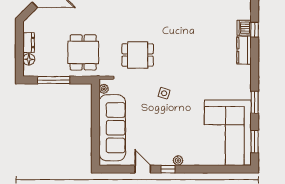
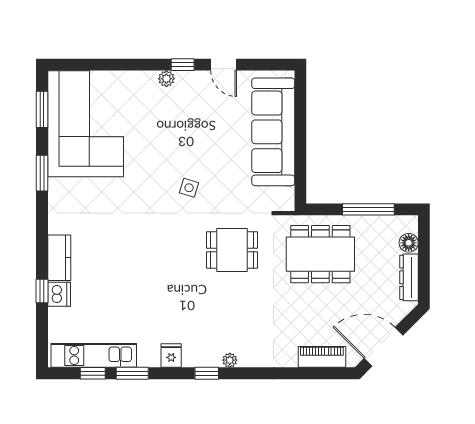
dresser: (29, 43) -> (409, 277), width x1.44
dining table: (83, 52) -> (320, 254), width x1.38
plant: (104, 89) -> (287, 195), removed

